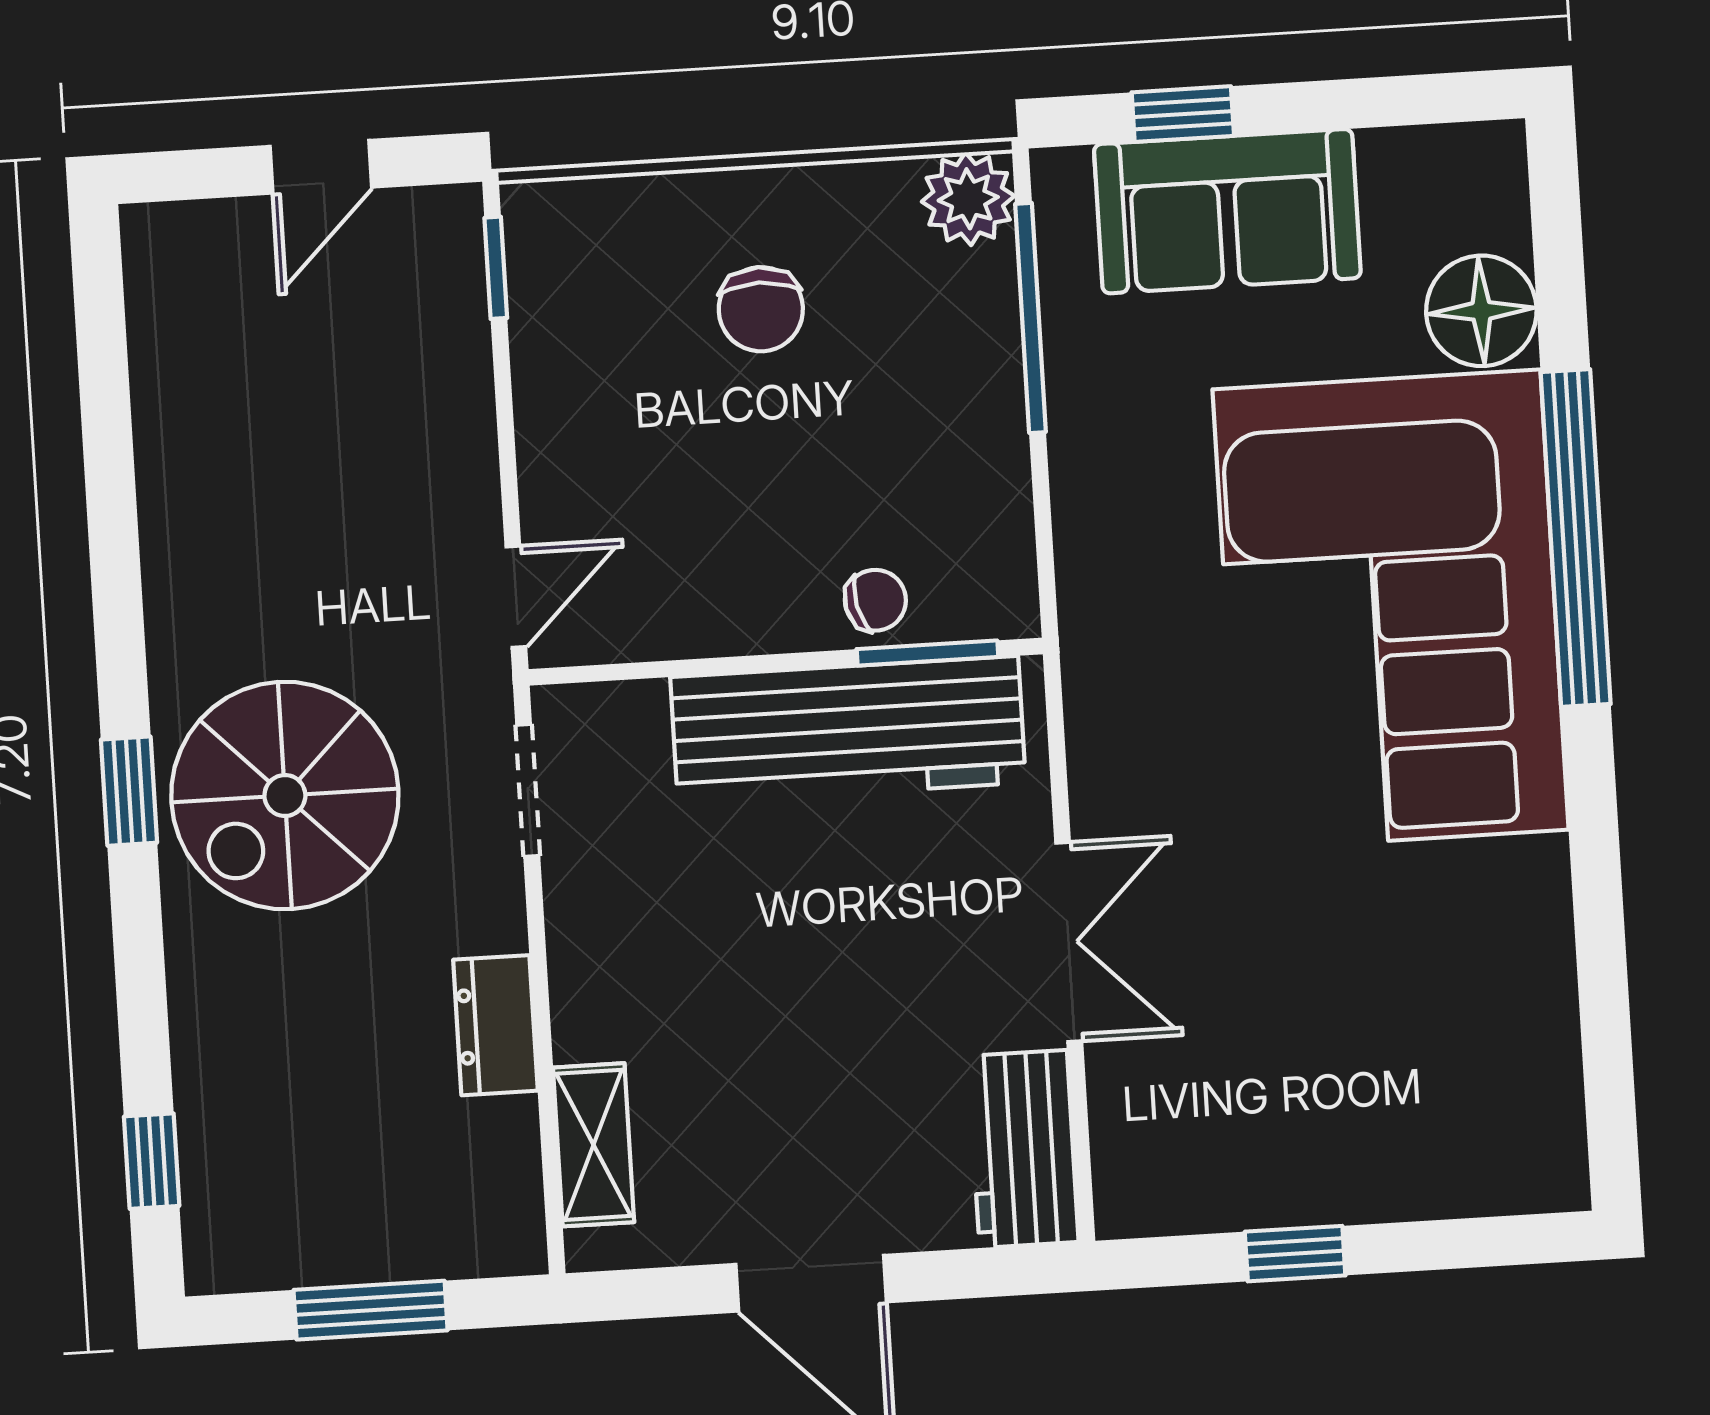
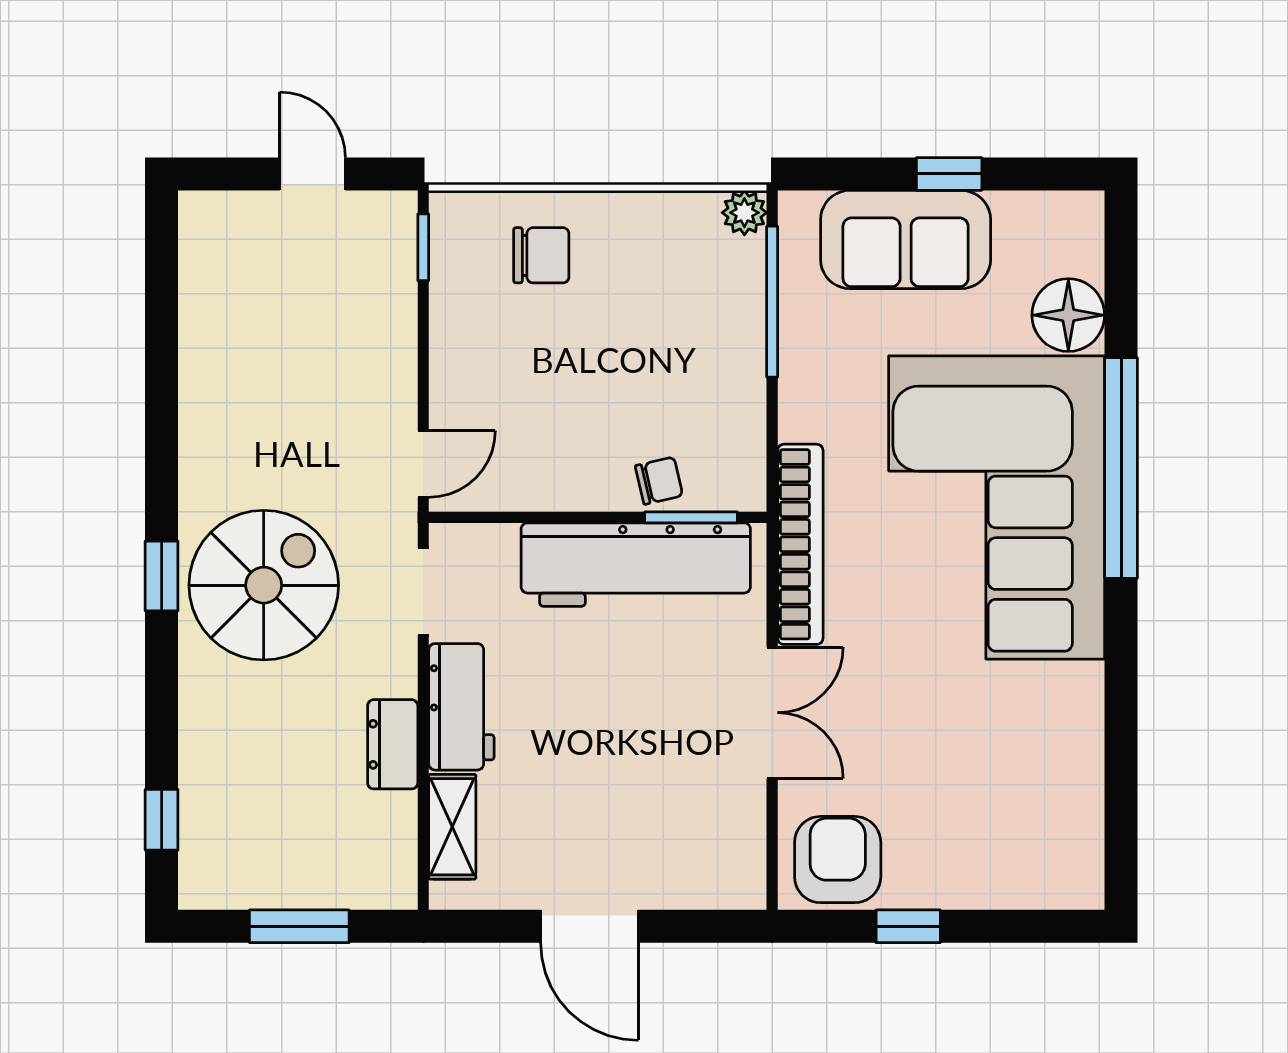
window: (1183, 114) -> (949, 174), moved
door: (321, 167) -> (313, 174), swing flipped
plant: (968, 199) -> (744, 213), width x0.73, depth x0.73
chair: (761, 309) -> (541, 255), moved, turned -90
bookcase: (1096, 684) -> (800, 544), added
spiral stairs: (285, 796) -> (264, 585), turned 180
workbench: (1023, 1149) -> (461, 707), moved, turned 180
armchair: (1182, 1159) -> (838, 860), added

